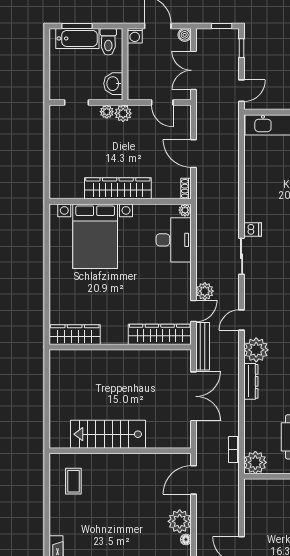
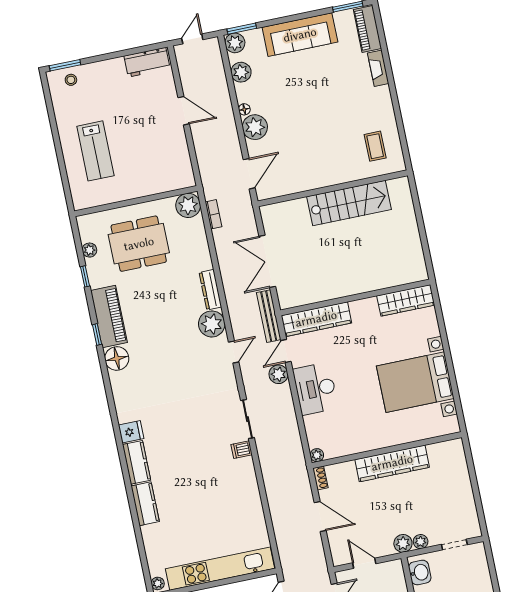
bed with nightstands: (95, 236) -> (415, 382), moved, turned -90
desk: (174, 240) -> (315, 389), moved

